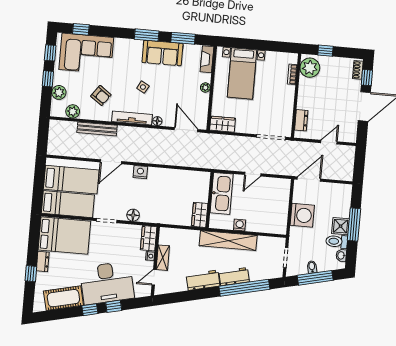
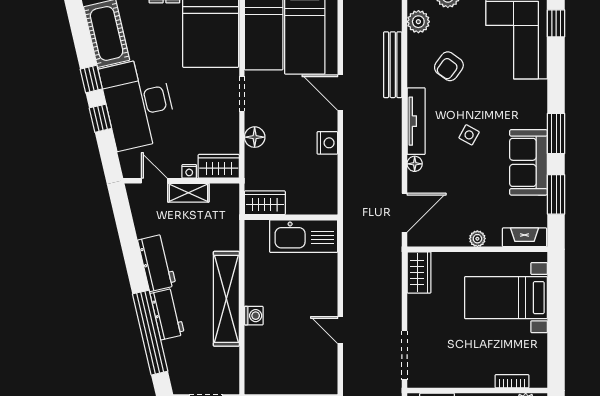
kitchen sink: (222, 193) -> (304, 236), moved
wall: (210, 200) -> (291, 217), moved
wardrobe: (200, 215) -> (265, 203), moved

